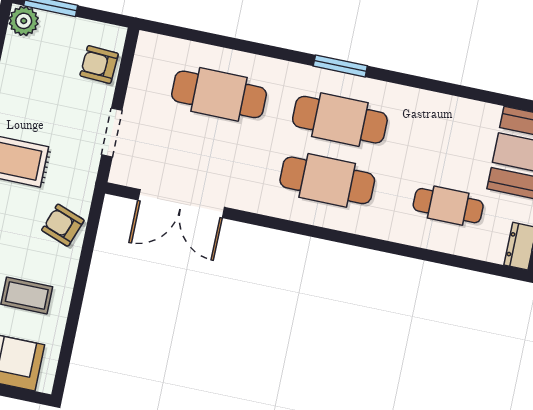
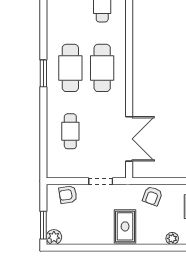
armchair: (99, 65) -> (68, 195), turned 78
cafe table: (219, 94) -> (70, 131), width x0.73, depth x0.74

